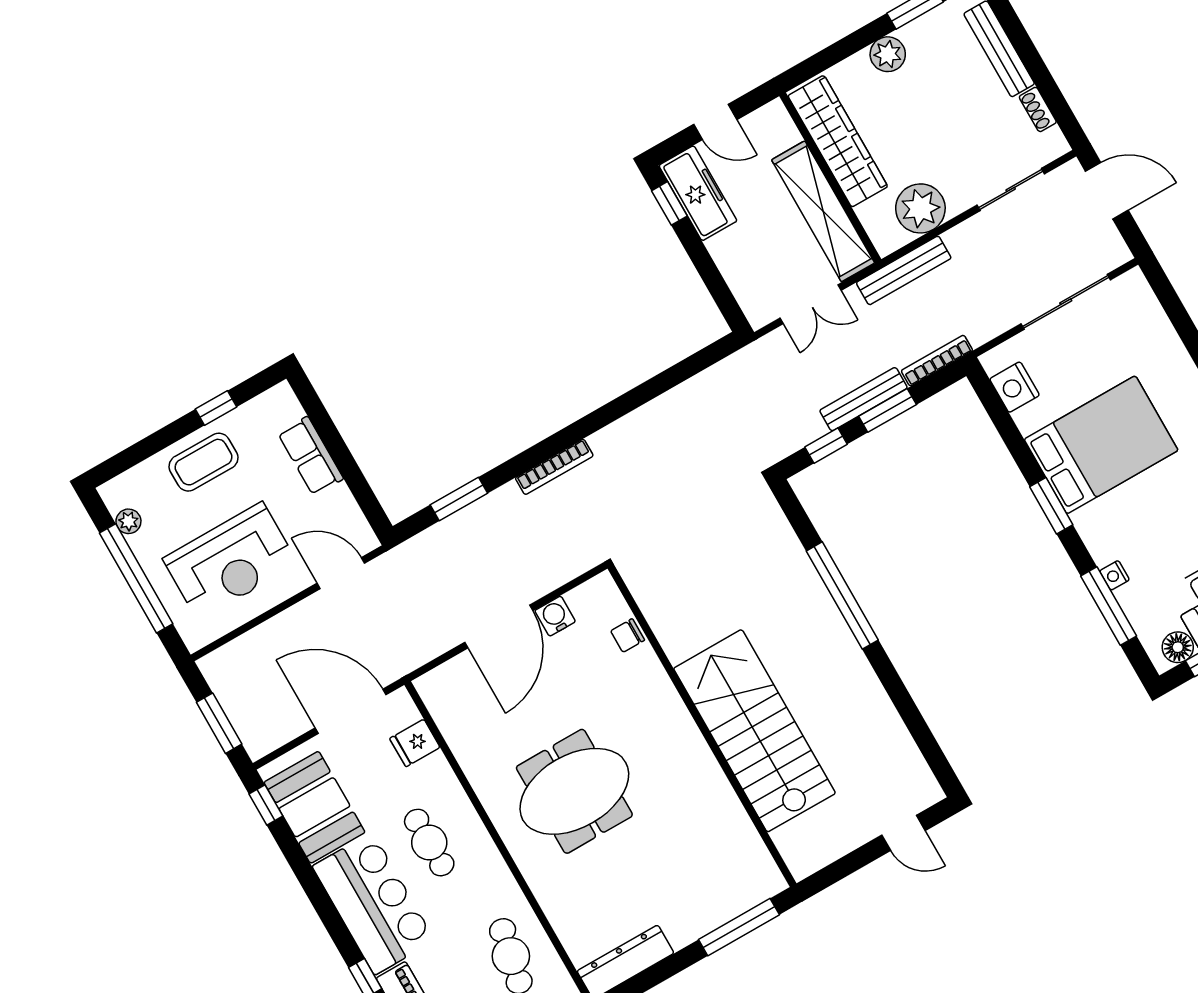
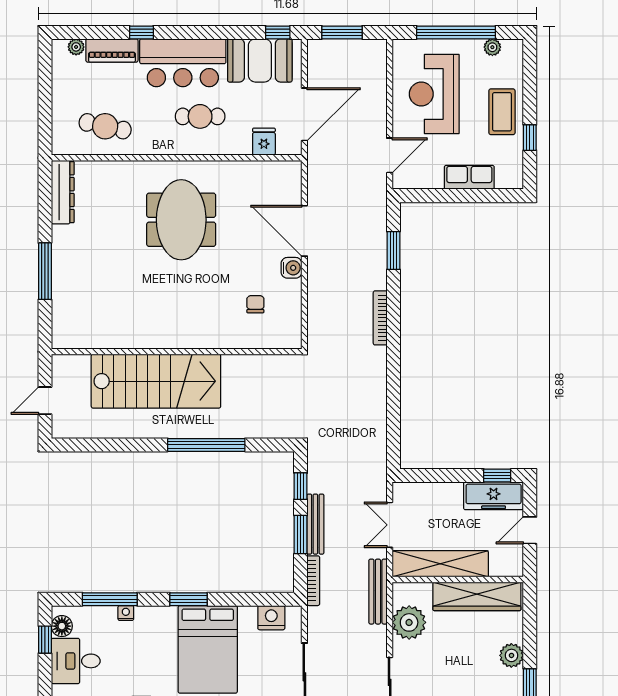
wall: (702, 726) -> (177, 352), moved
stairs: (754, 731) -> (156, 381), moved

